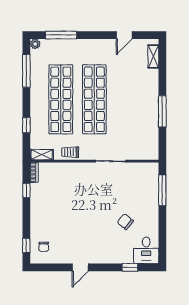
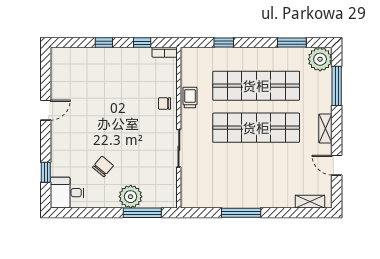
plant: (35, 44) -> (320, 59), width x1.88, depth x1.88
window: (26, 71) -> (292, 43), width x0.69
shelving: (42, 155) -> (325, 129), moved
plant: (149, 200) -> (131, 197), added
window: (26, 246) -> (104, 43), moved
chair: (44, 247) -> (164, 104), moved
door: (80, 267) -> (46, 110), swing flipped

